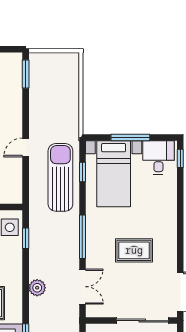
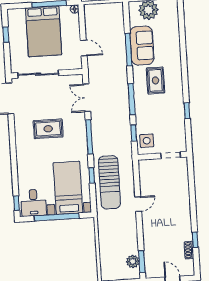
window: (130, 138) -> (57, 217), width x1.46
window: (82, 172) -> (92, 175), moved
window: (26, 281) -> (132, 99), added
plant: (37, 288) -> (133, 261), moved

